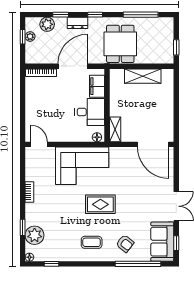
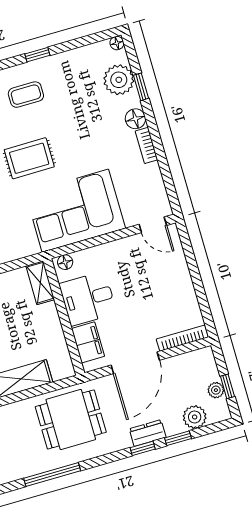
window: (95, 15) -> (143, 448), moved
dining table: (120, 44) -> (71, 419), turned 90
floor lamp: (31, 210) -> (135, 119), added
window: (51, 264) -> (37, 55), moved

